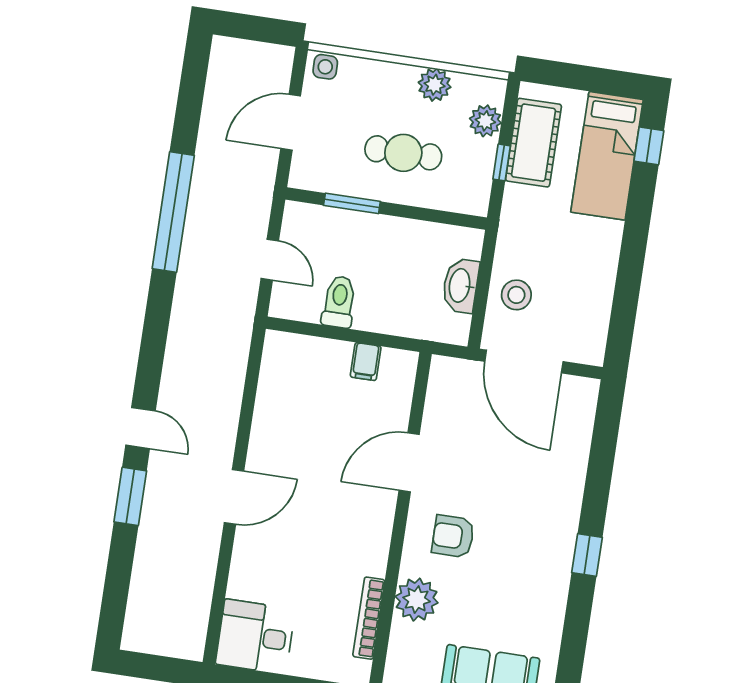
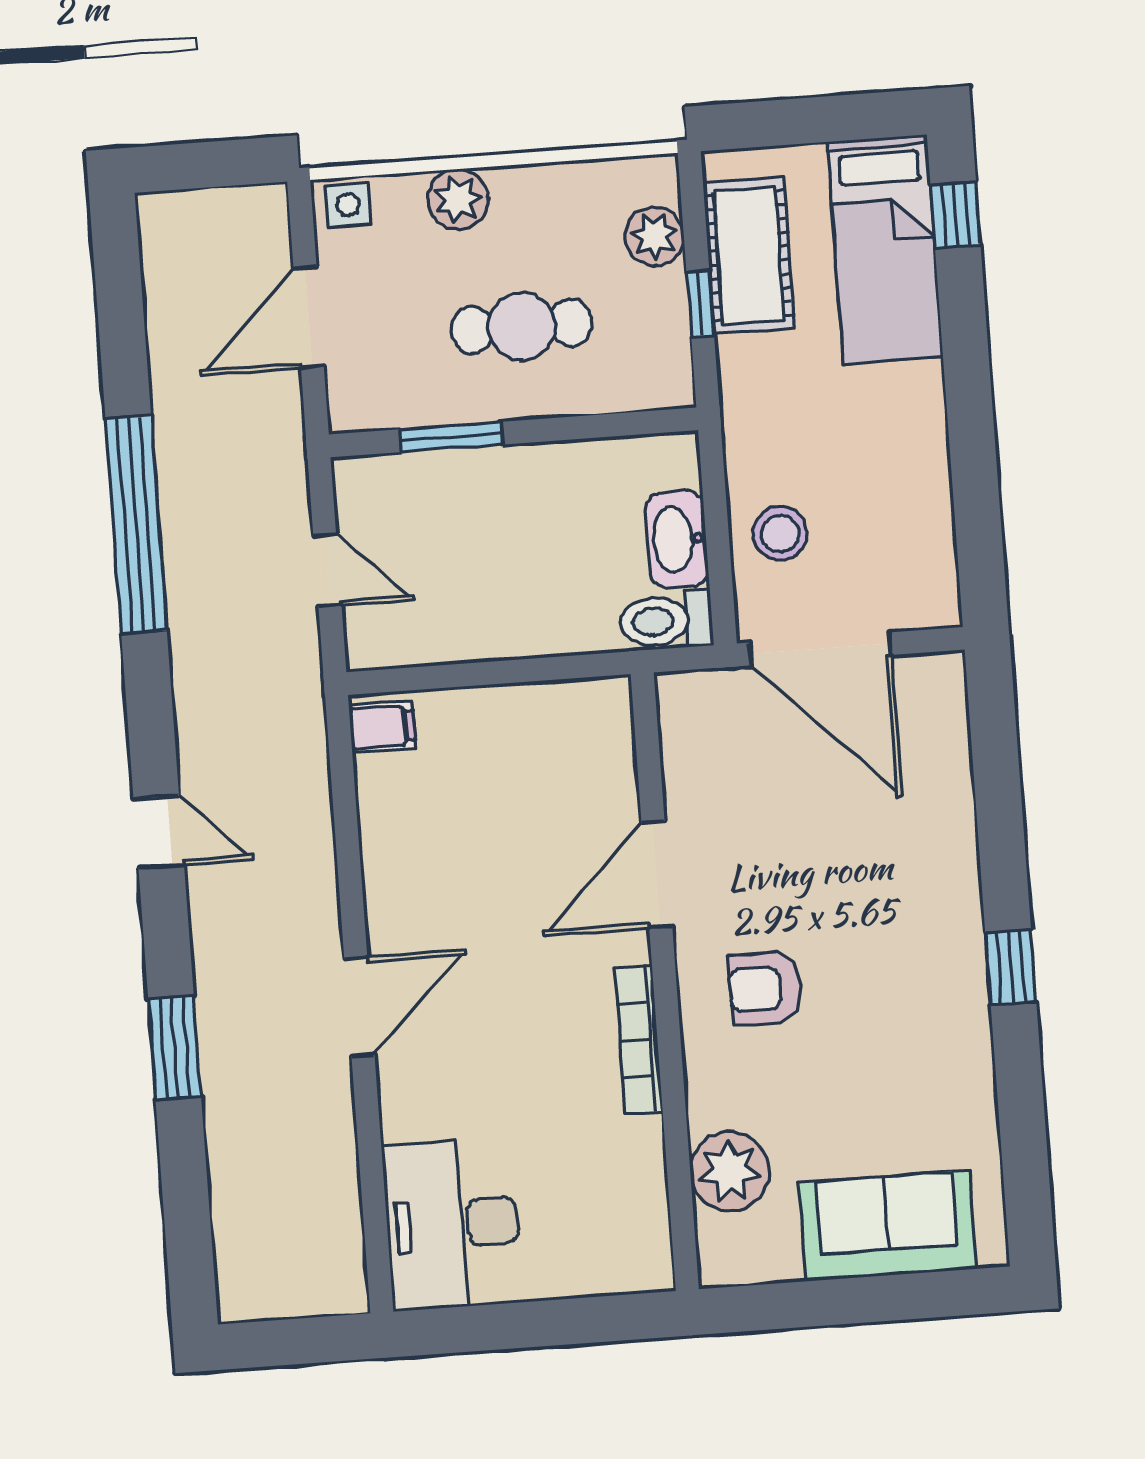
plant: (435, 85) -> (458, 199), moved
toilet: (339, 302) -> (666, 621), moved, turned -90
filing cabinet: (366, 362) -> (382, 727), moved, turned -90
door: (141, 428) -> (159, 832), moved
plant: (417, 600) -> (730, 1171), moved
bookcase: (369, 618) -> (639, 1040), moved
desk: (255, 637) -> (452, 1224), width x1.37

